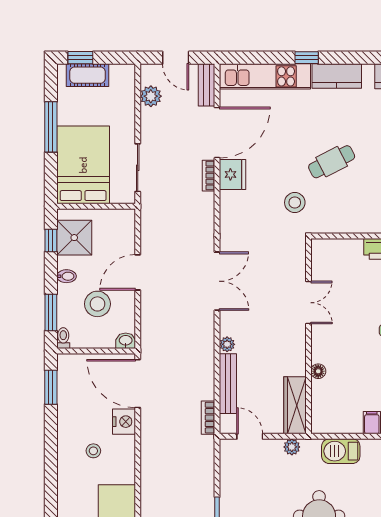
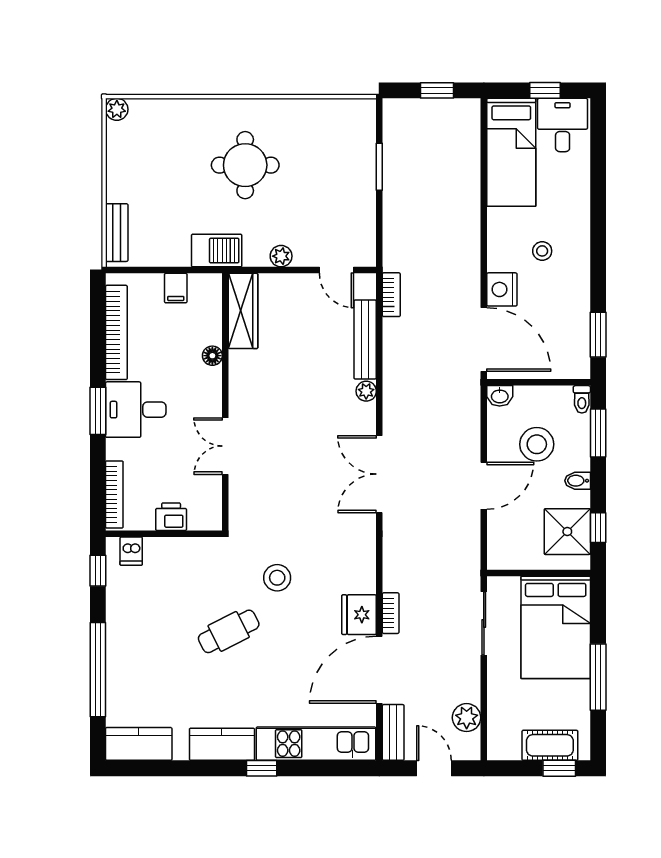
double door: (308, 303) -> (225, 446), moved
wall: (308, 336) -> (225, 402), moved
floor lamp: (318, 371) -> (212, 356), moved
wardrobe: (295, 405) -> (243, 311), moved

